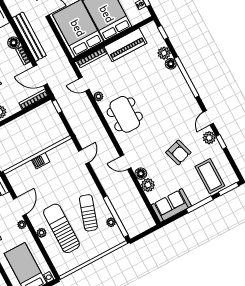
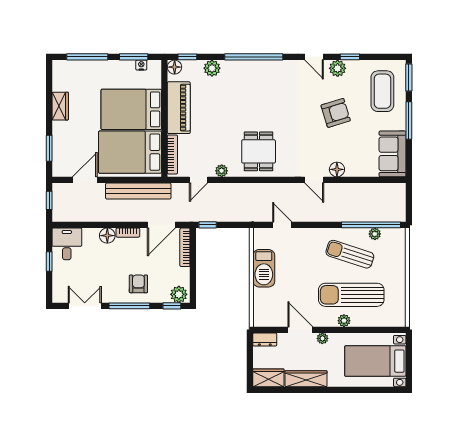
bench: (29, 37) -> (138, 191), moved
floor lamp: (171, 64) -> (175, 67), moved
dining table: (125, 114) -> (259, 151), width x0.73
barbecue: (41, 161) -> (264, 268), width x1.88, depth x1.53
door: (126, 162) -> (314, 180), hinge flipped
coffee table: (210, 176) -> (382, 91), turned 90
plant: (148, 185) -> (354, 168), removed

